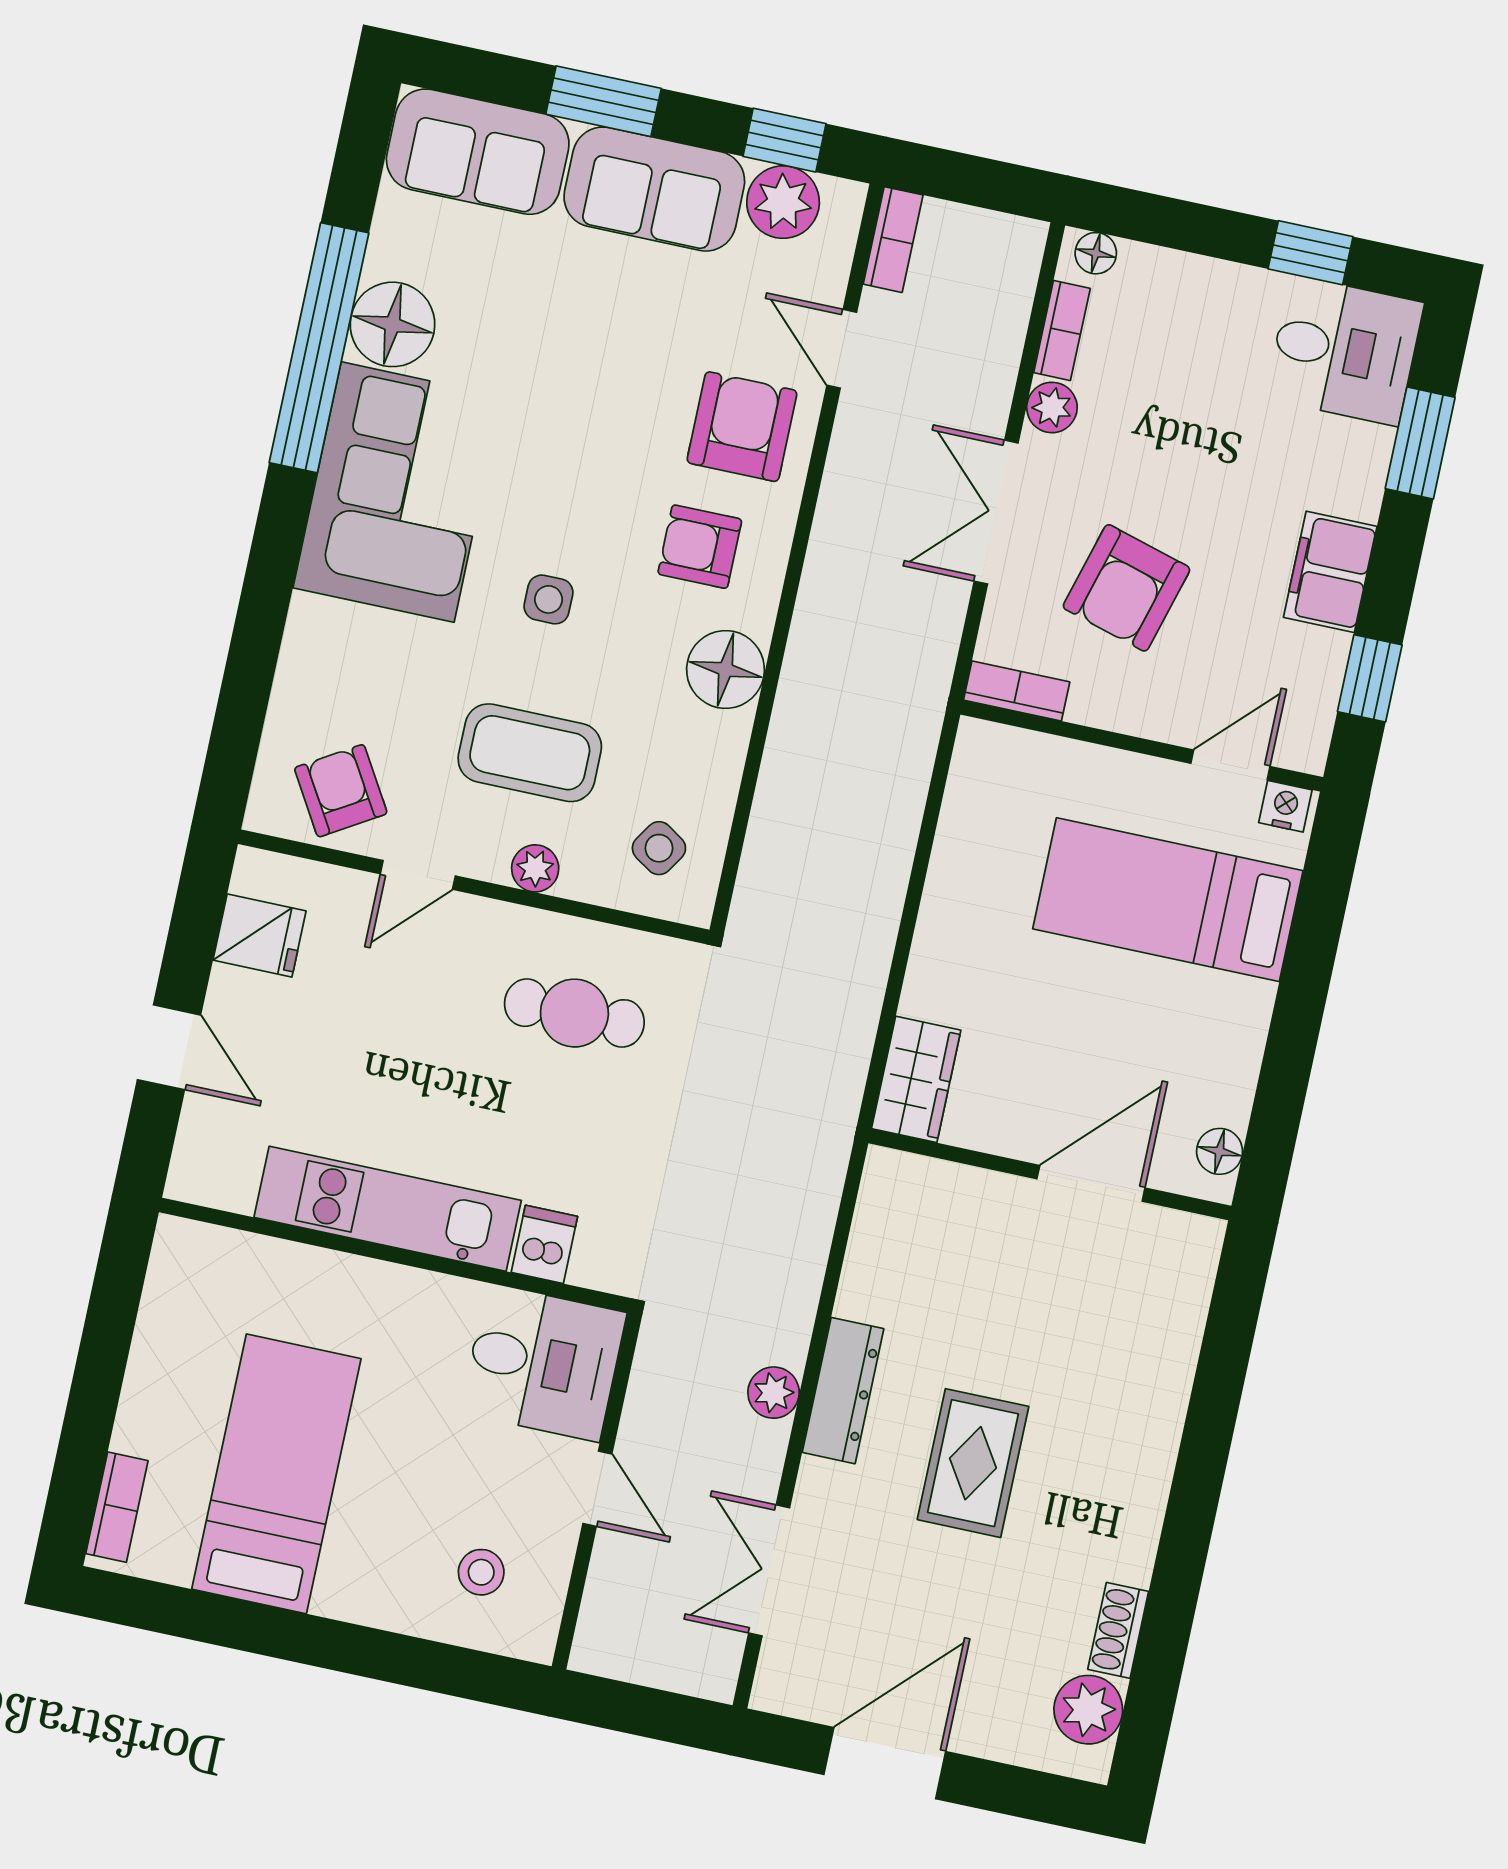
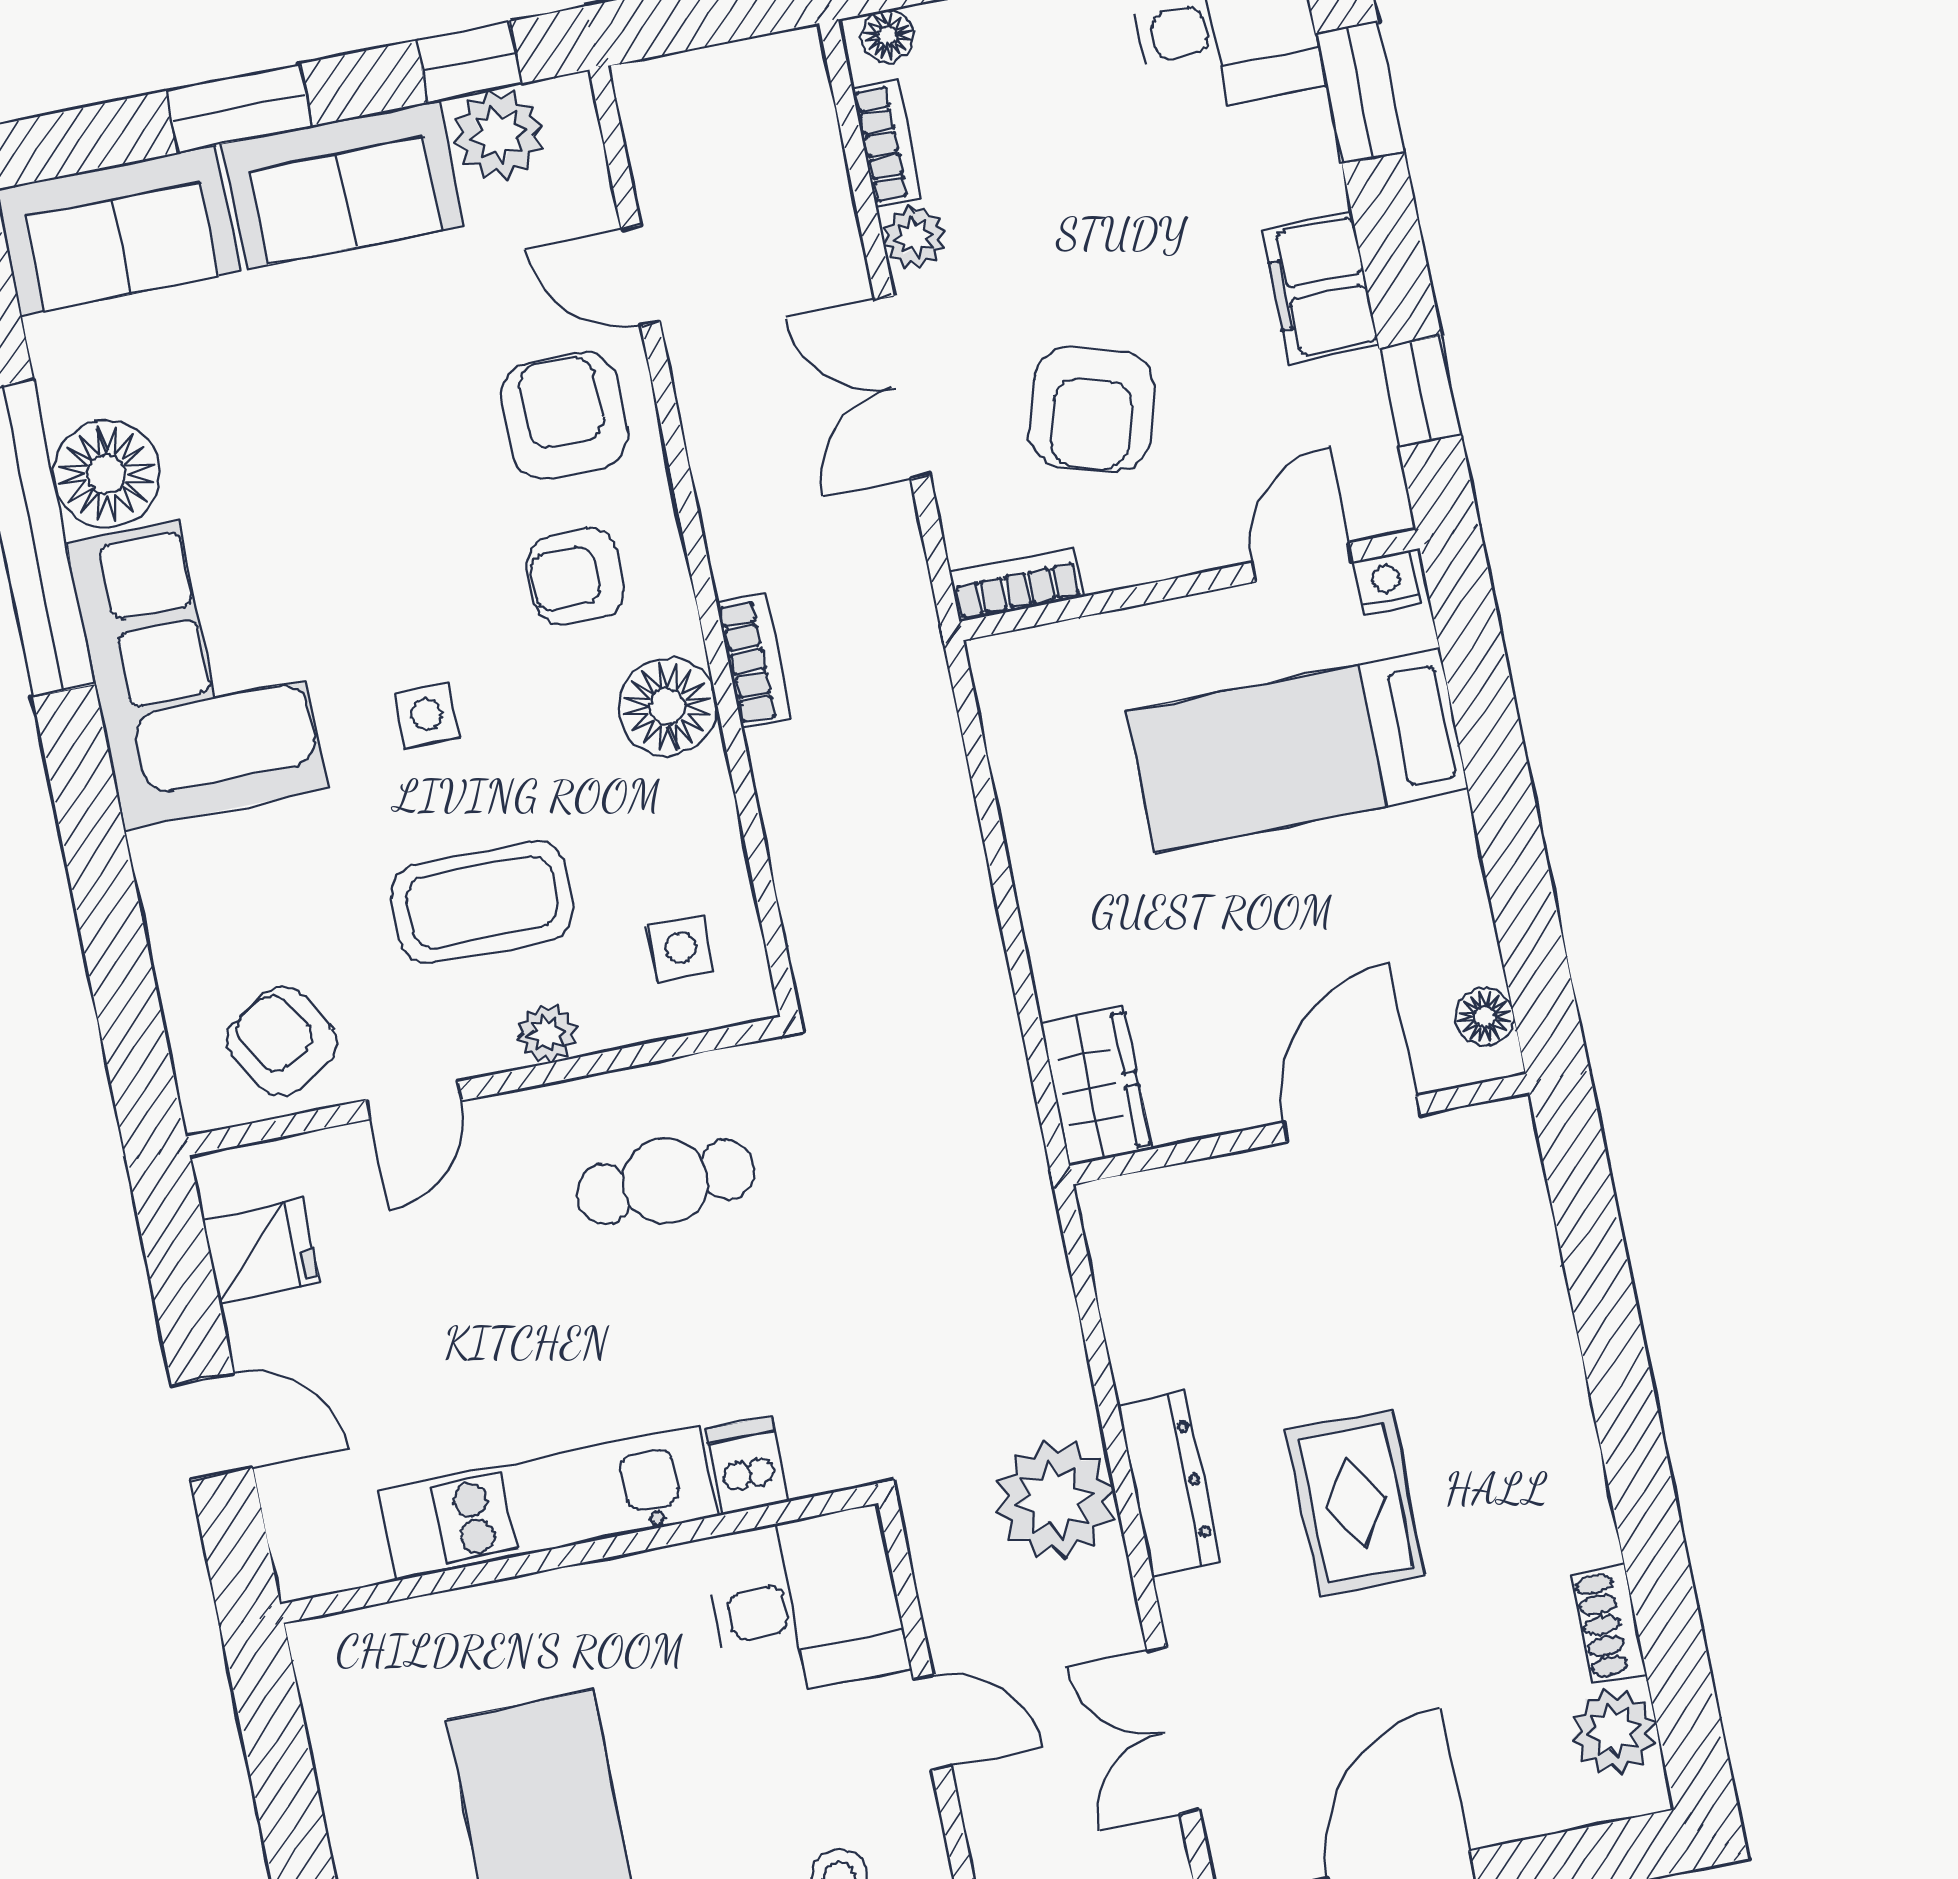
bookcase: (893, 240) -> (754, 660), moved
side table: (659, 848) -> (681, 948), turned -33
plant: (774, 1393) -> (1055, 1500), width x1.87, depth x1.87

